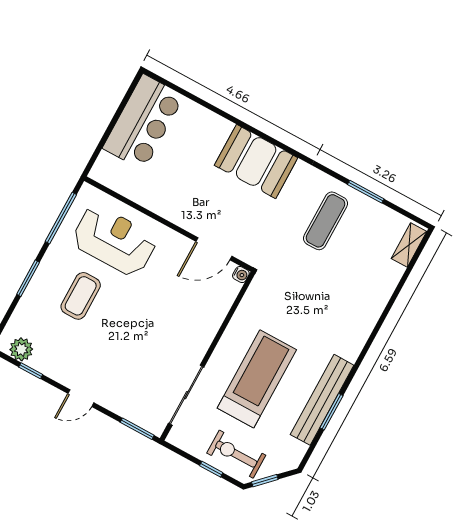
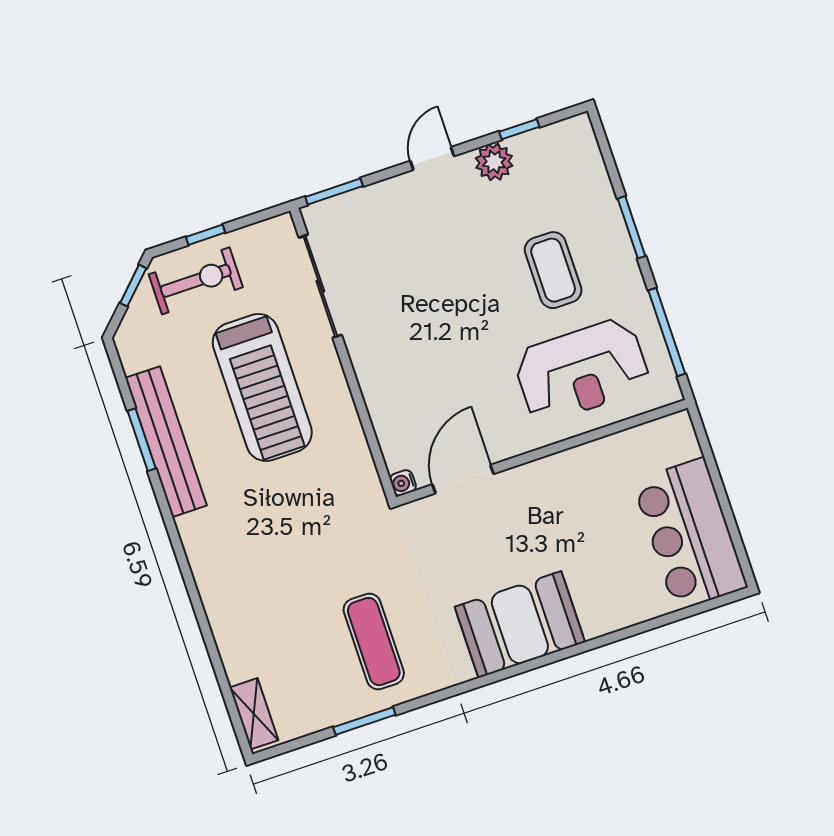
plant: (21, 349) -> (494, 162), moved

